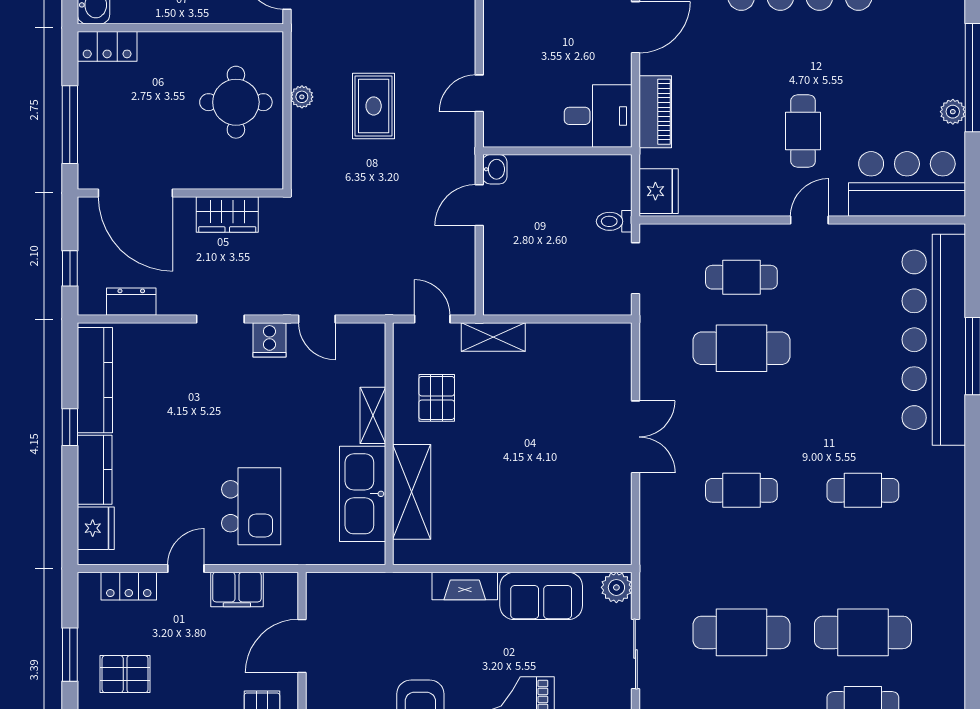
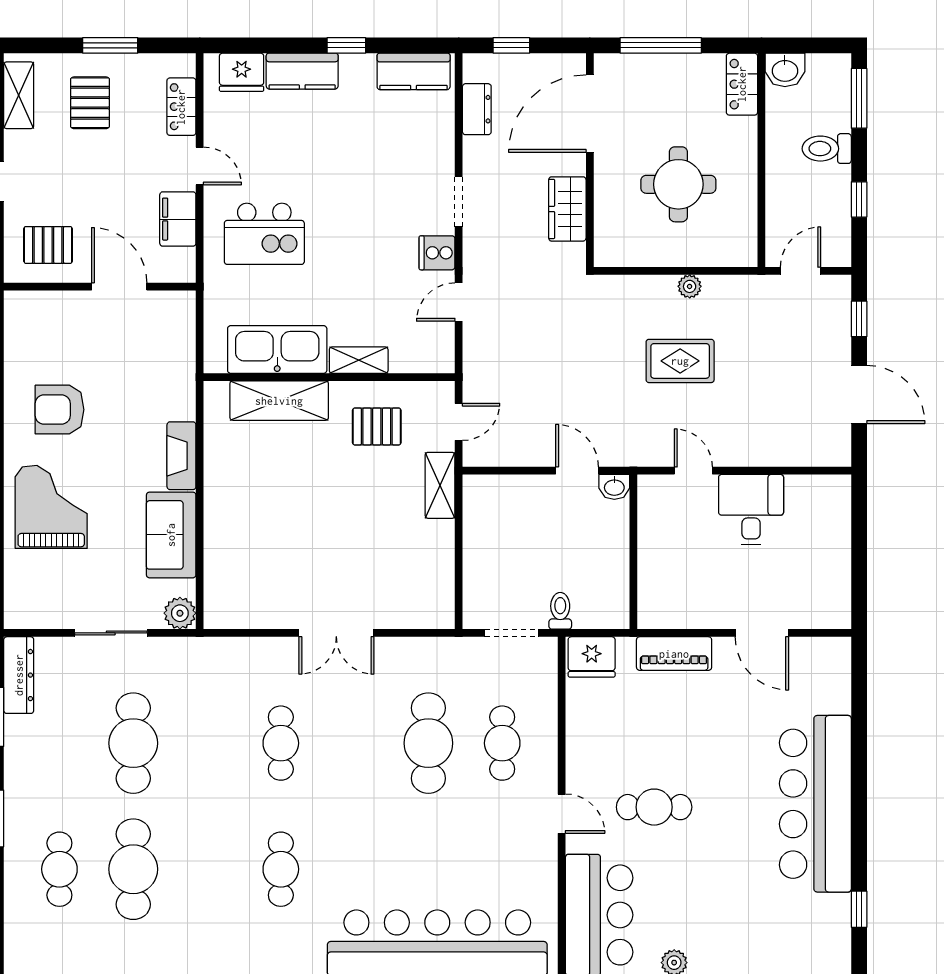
round table: (236, 102) -> (678, 184), moved
desk: (598, 116) -> (751, 510), moved, turned 180
kitchen counter: (95, 380) -> (414, 71), width x0.67

